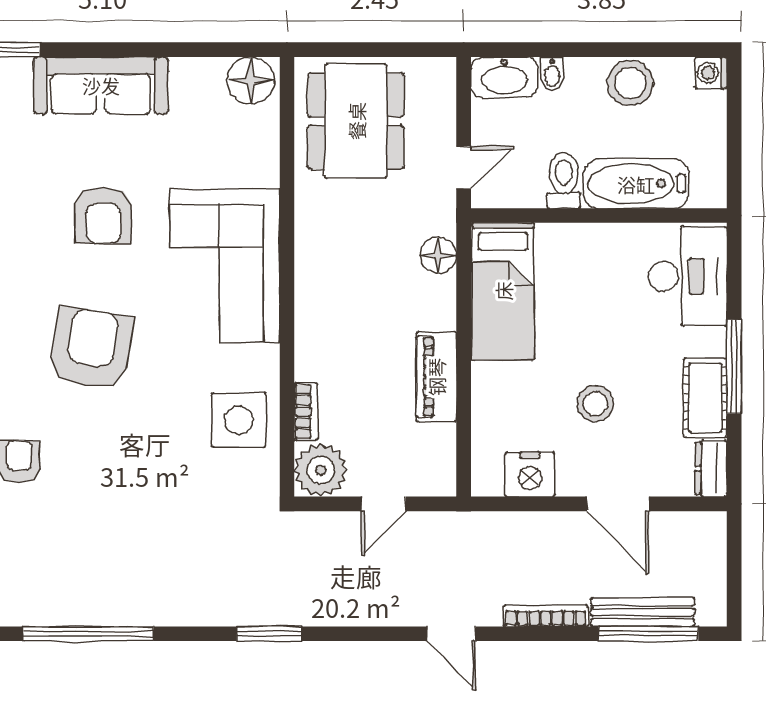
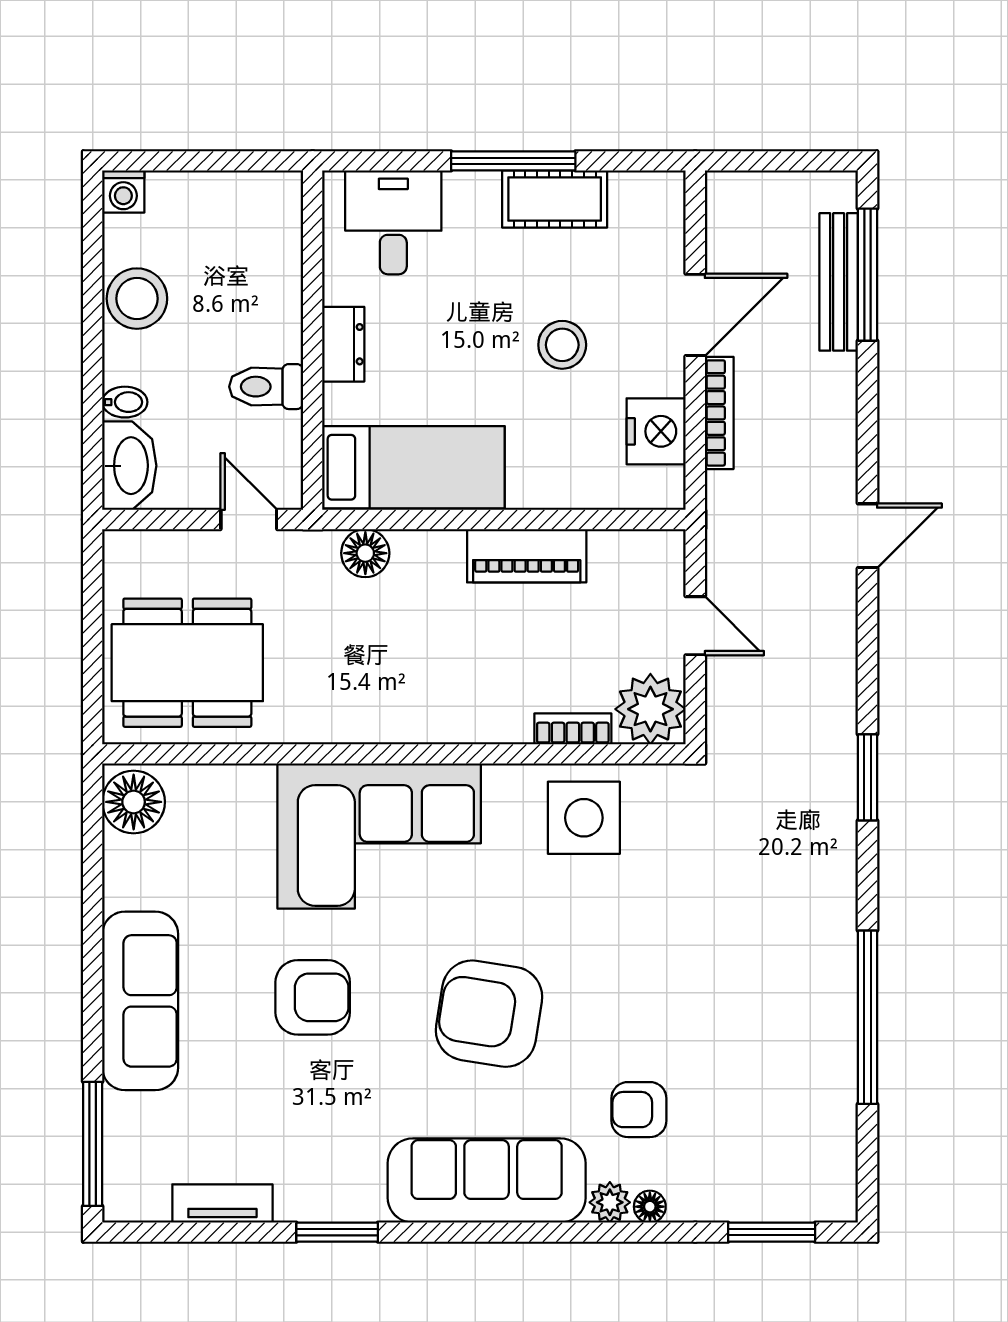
bathtub: (636, 184) -> (270, 291), removed
desk: (688, 276) -> (393, 222), width x0.73
dresser: (711, 469) -> (343, 344), moved, turned -90
bookcase: (546, 616) -> (719, 413), moved, turned 180

